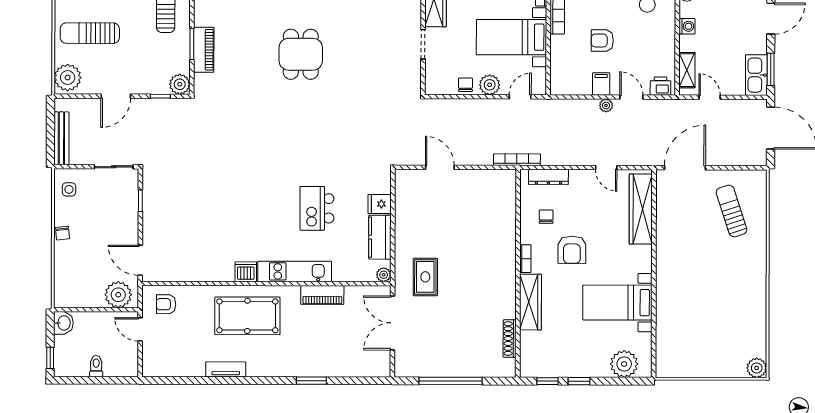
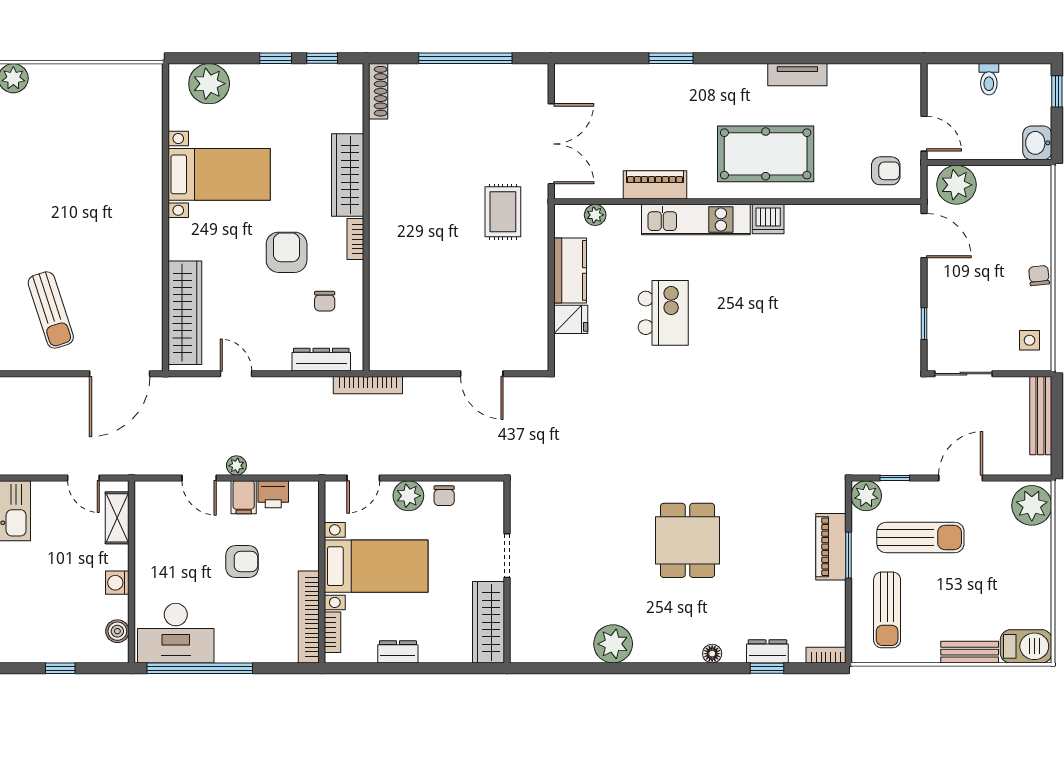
sun lounger: (90, 33) -> (920, 537), moved
printer: (660, 86) -> (273, 494), moved
plant: (384, 275) -> (595, 215), moved
shoe rack: (510, 339) -> (378, 91), moved

